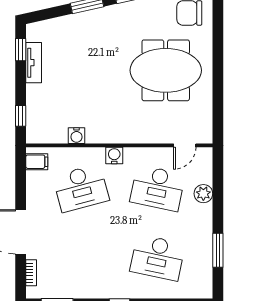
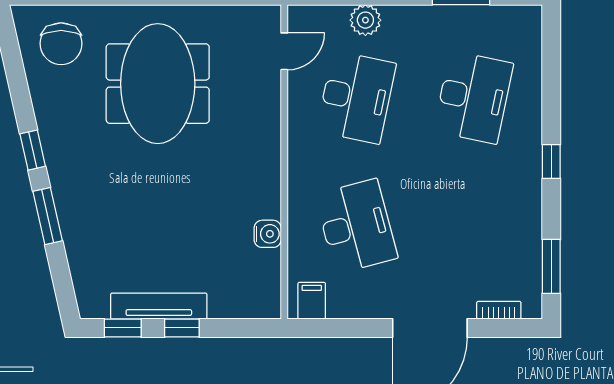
tv unit: (34, 63) -> (159, 306), width x1.41
window: (21, 116) -> (182, 328), moved
door: (185, 145) -> (284, 51), hinge flipped
water cooler: (114, 155) -> (301, 170), removed

